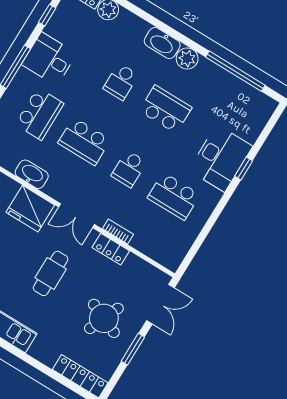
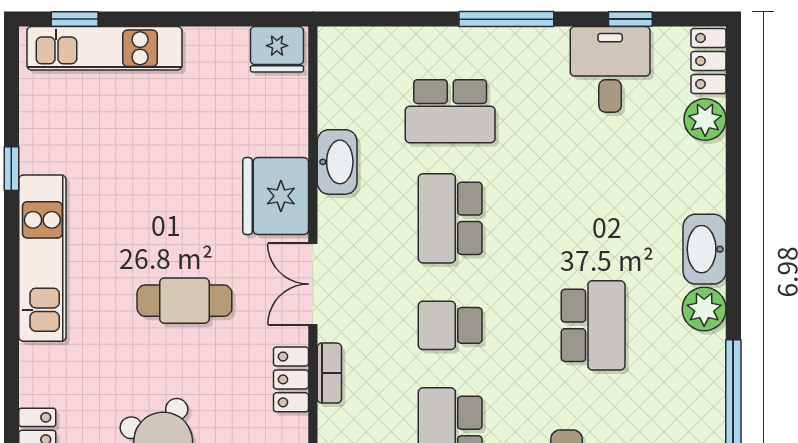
desk: (49, 59) -> (610, 69), moved
school desk: (121, 82) -> (593, 218), removed

